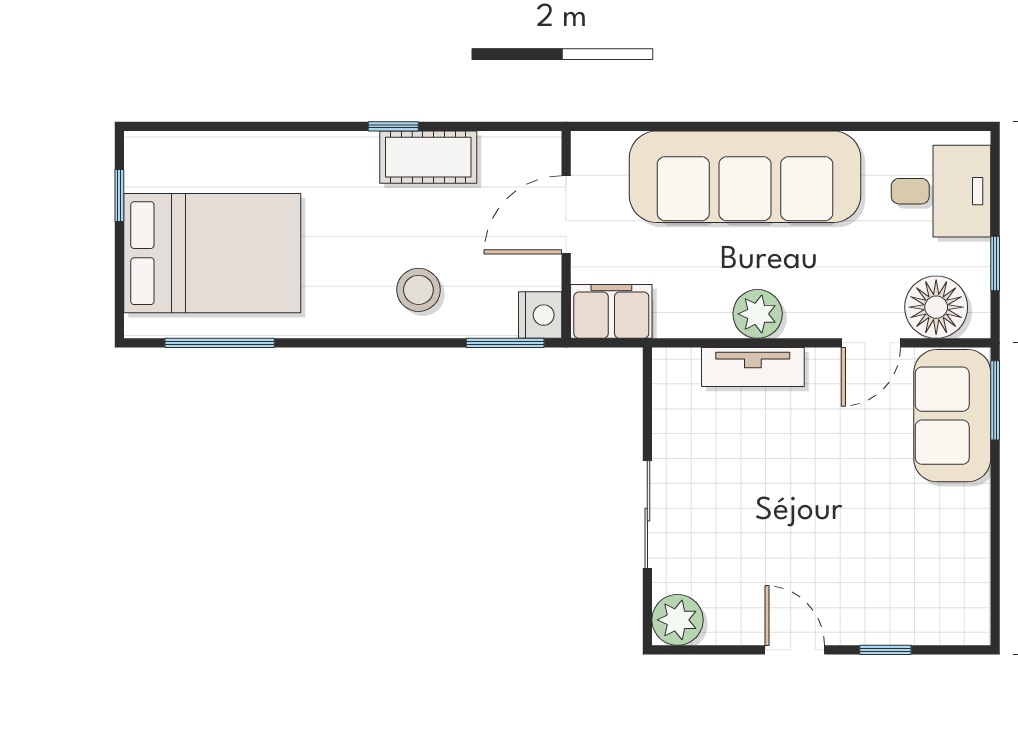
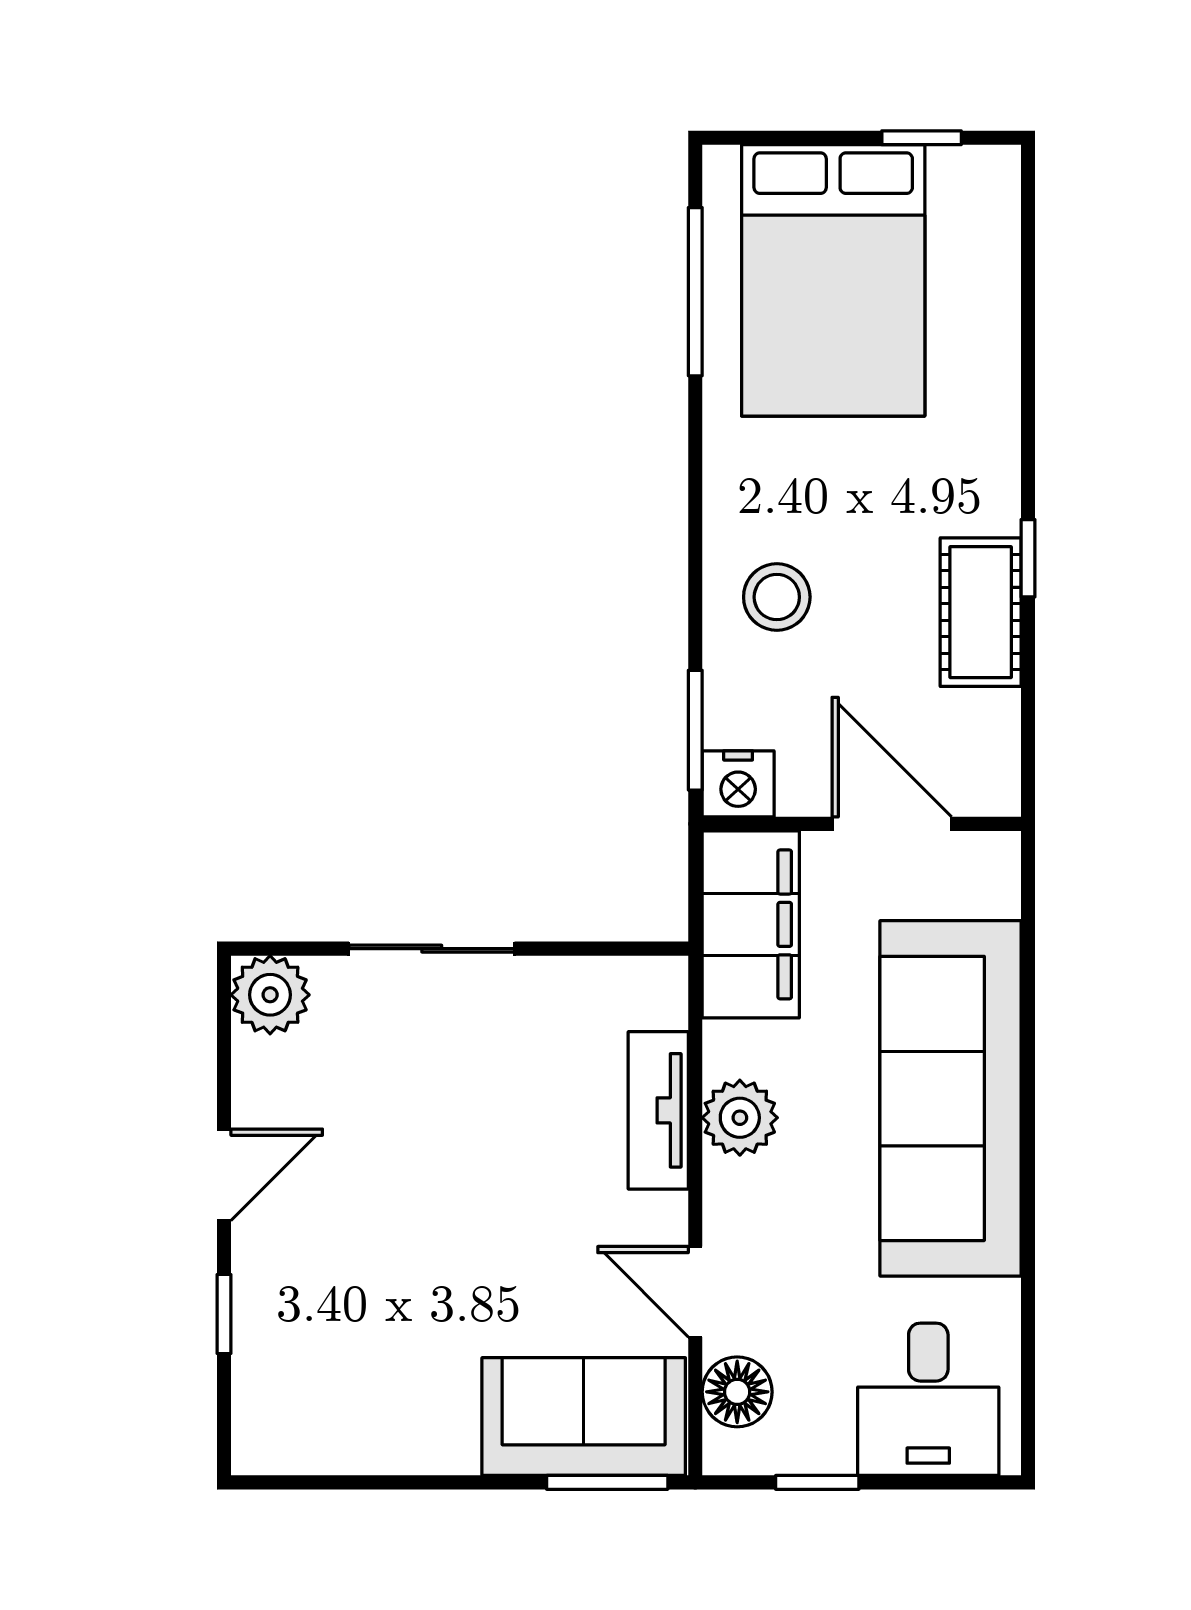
floor lamp: (936, 307) -> (737, 1392), width x0.73, depth x0.73
filing cabinet: (611, 311) -> (751, 924), width x1.50, depth x1.17

